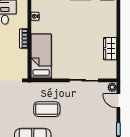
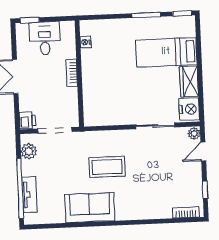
bed: (41, 56) -> (166, 52), moved, turned -90
nightstand: (109, 69) -> (189, 109), added
door: (118, 101) -> (203, 152), hinge flipped

